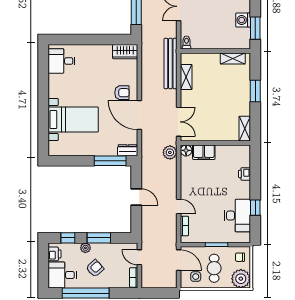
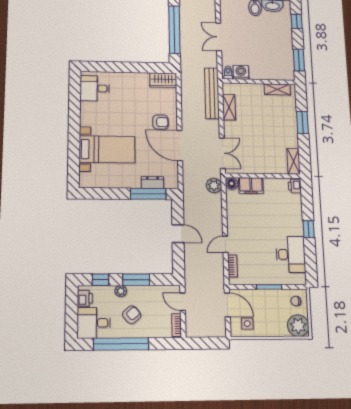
washing machine: (243, 20) -> (241, 72), moved, turned 90
dresser: (128, 150) -> (153, 183), moved
printer: (245, 174) -> (295, 186), moved
door: (179, 206) -> (225, 244), swing flipped
window: (255, 208) -> (309, 229), moved
cafe table: (214, 268) -> (268, 314), removed

